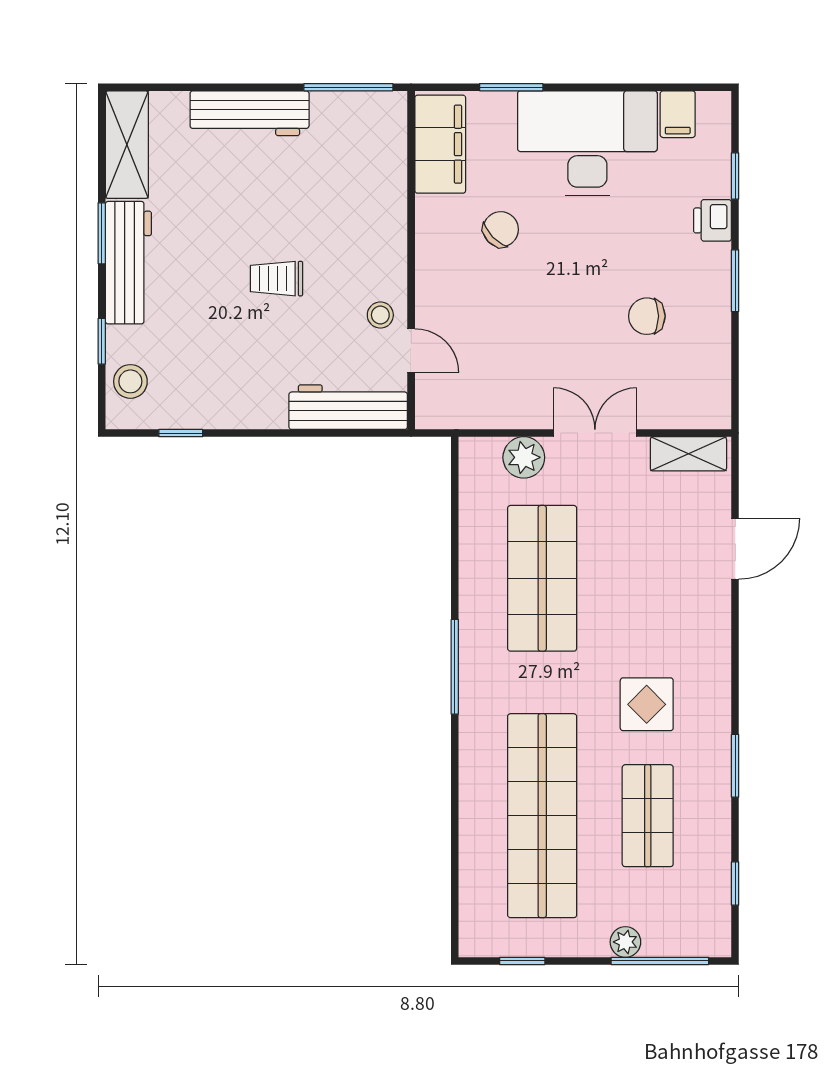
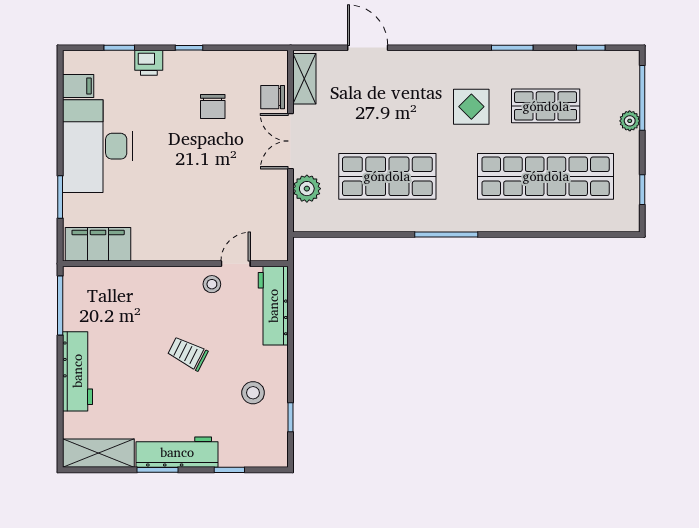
chair: (501, 229) -> (273, 97), moved, turned -46
trolley: (276, 279) -> (188, 353), turned 117
window: (735, 281) -> (189, 48), width x0.67
stool: (130, 381) -> (253, 393), moved

